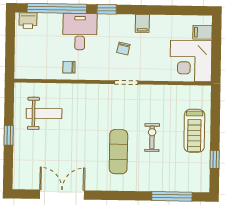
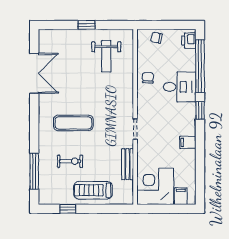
chair: (123, 49) -> (156, 38), moved
bench: (166, 91) -> (128, 164), added
exercise bike: (152, 138) -> (70, 161), moved

